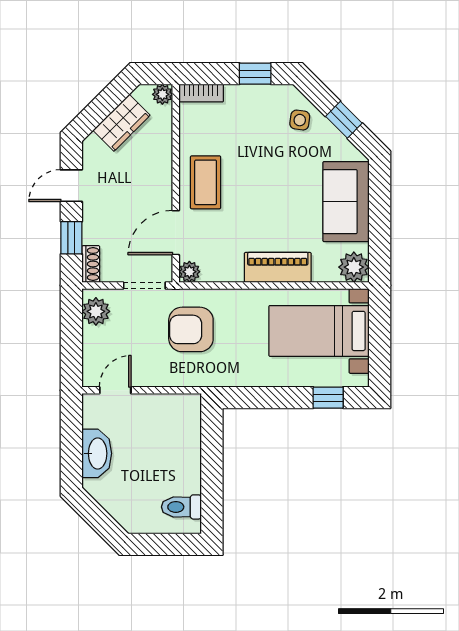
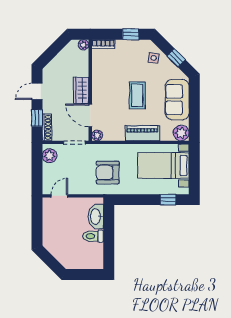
wardrobe: (122, 123) -> (81, 90), moved, turned 135
coffee table: (206, 182) -> (137, 95), moved
door: (176, 233) -> (90, 115), hinge flipped
shoe rack: (91, 264) -> (47, 127), width x1.43
armchair: (191, 329) -> (108, 173), moved
washbasin: (97, 453) -> (96, 217), moved, turned 180
toilet: (181, 507) -> (93, 236), moved

